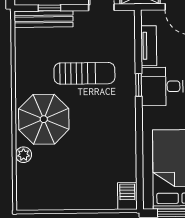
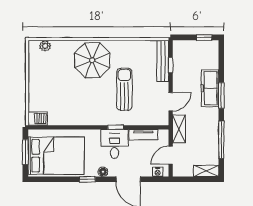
sun lounger: (84, 73) -> (124, 89), turned 180
plant: (24, 155) -> (45, 46), moved

